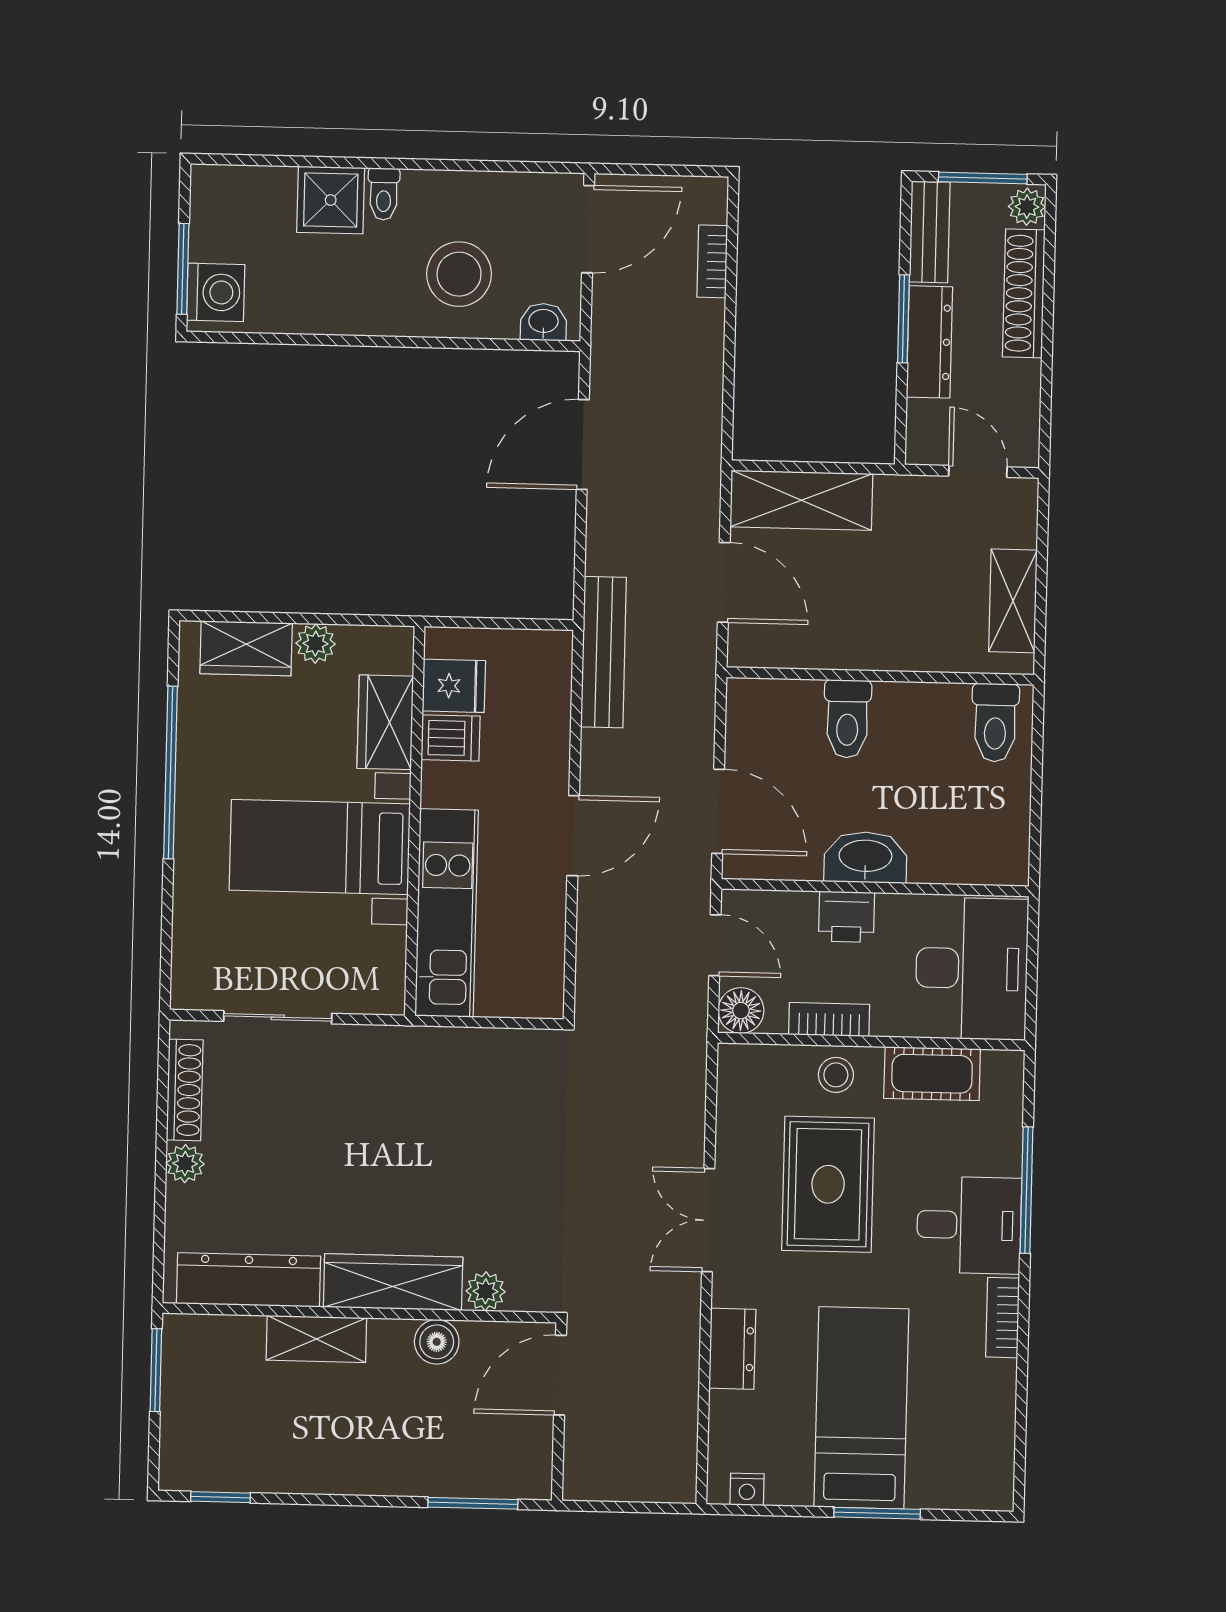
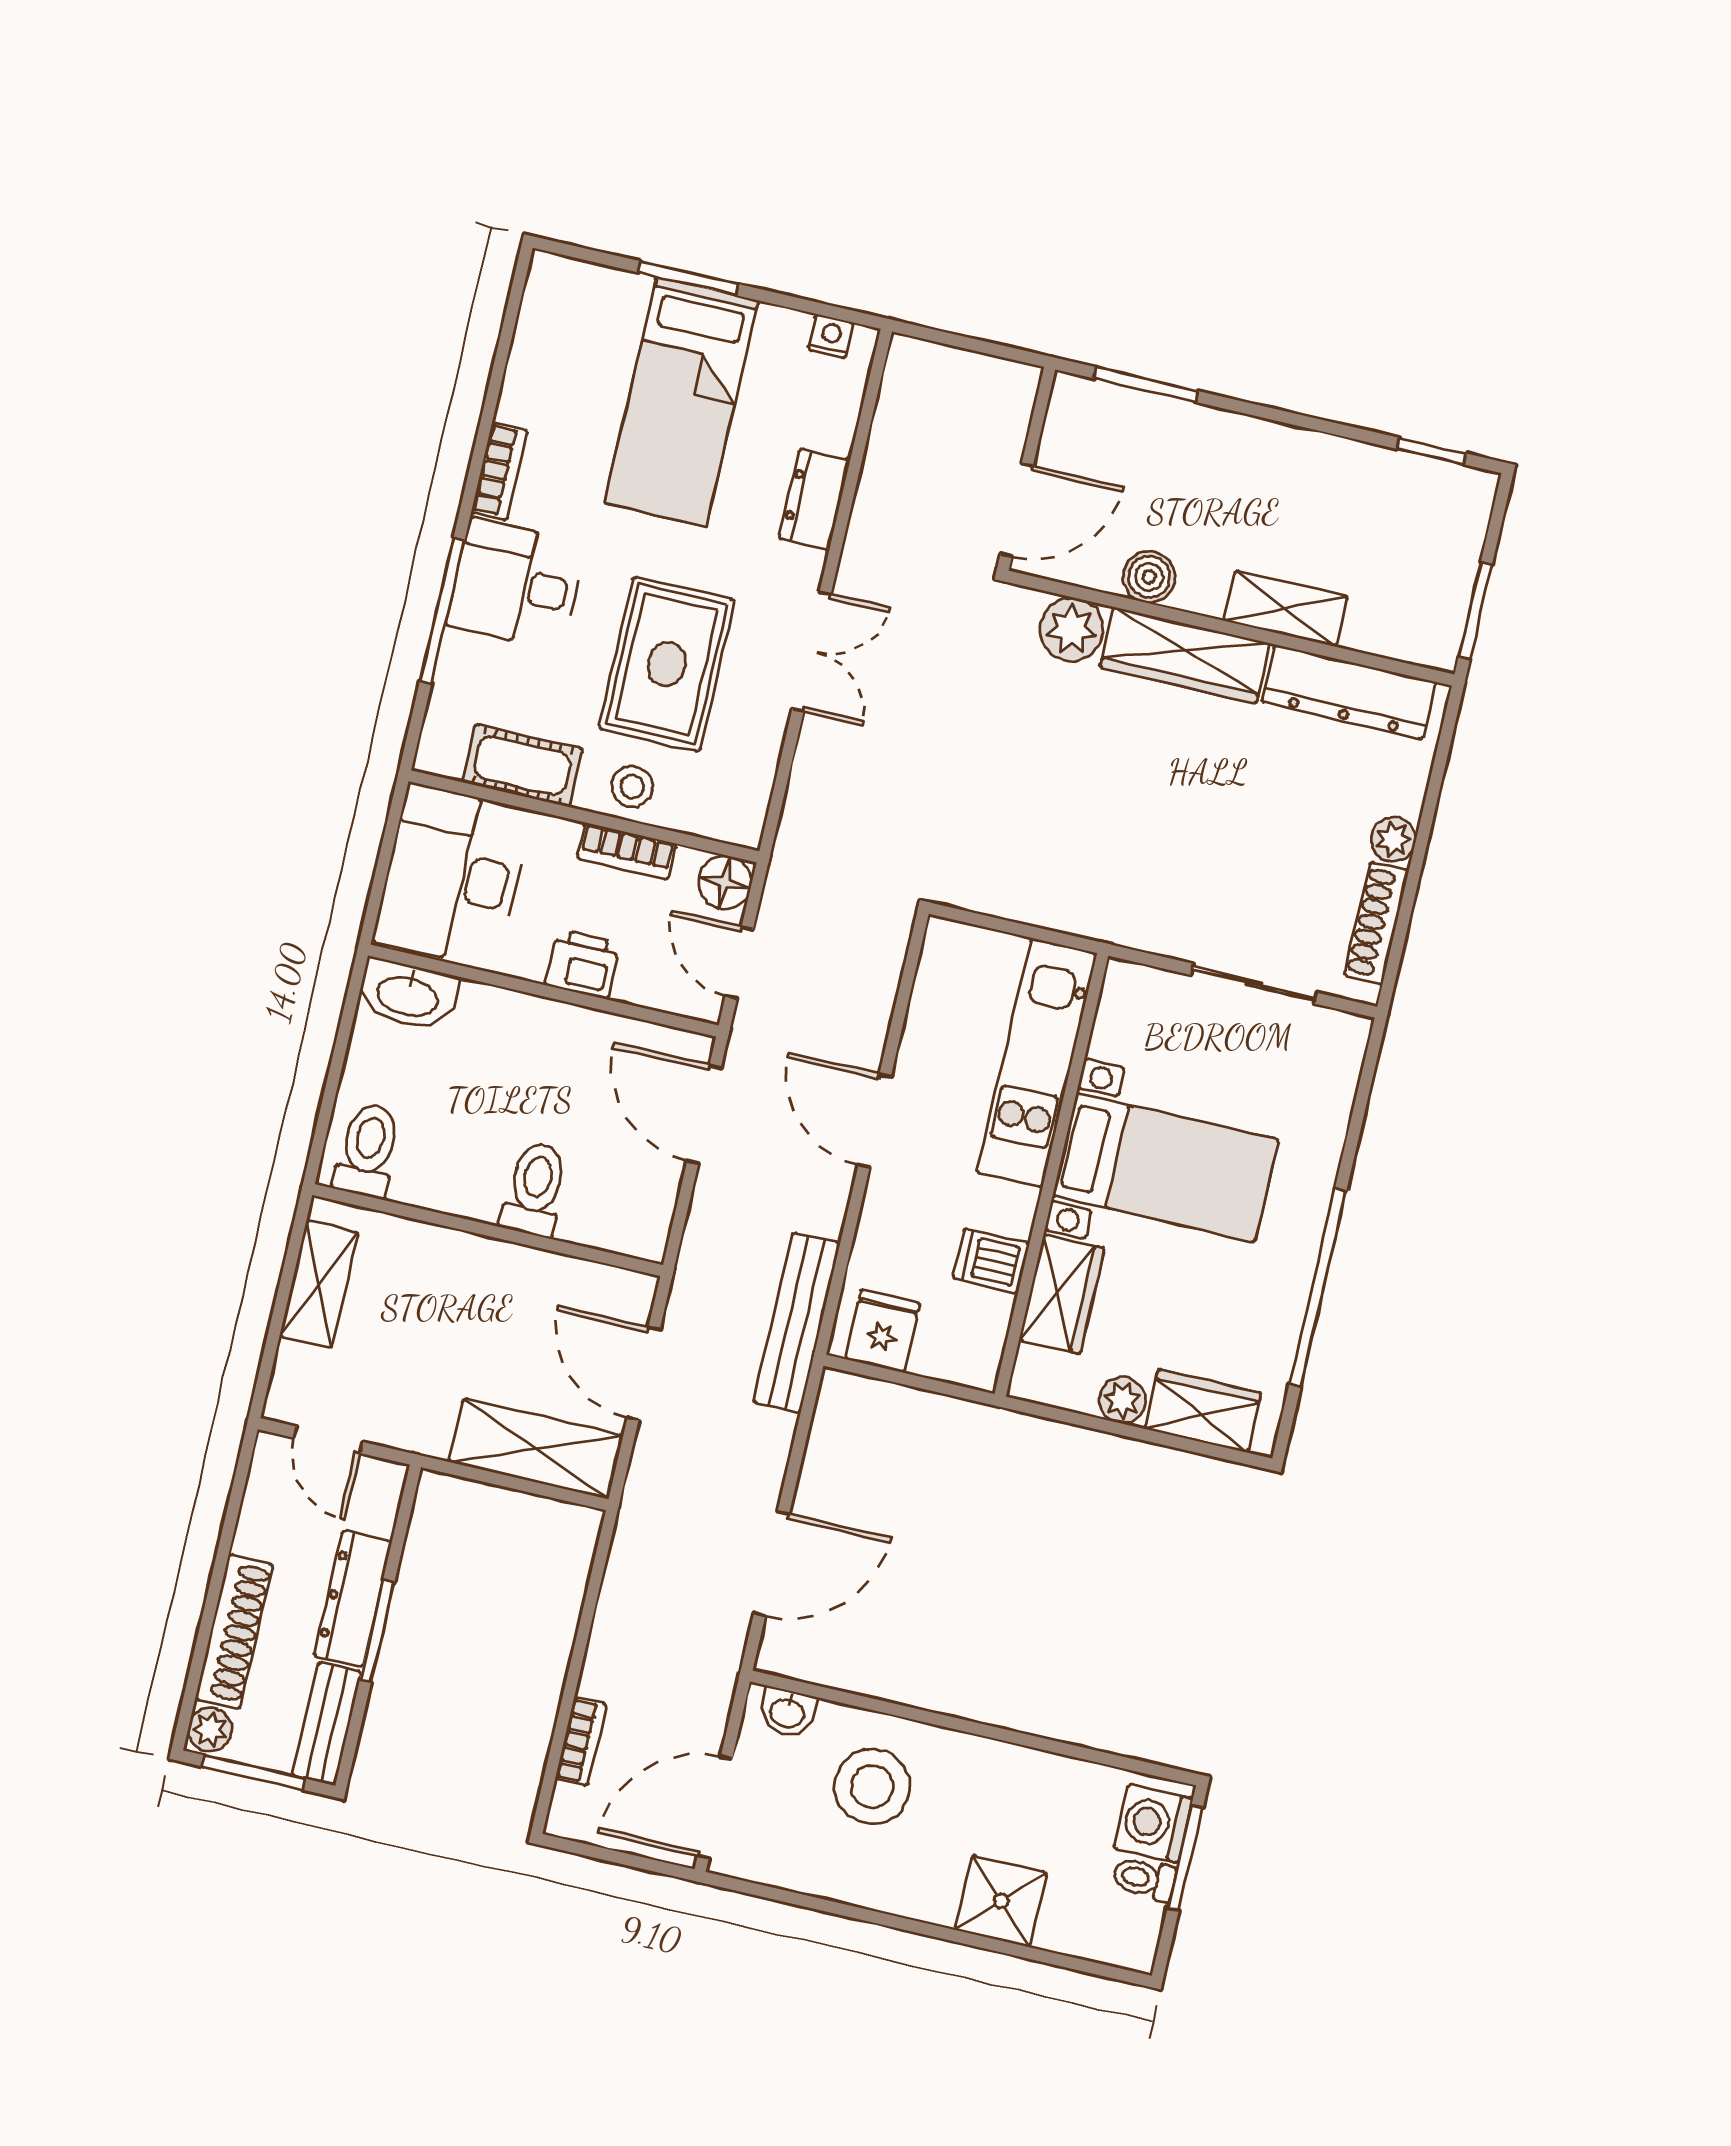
toilet: (384, 194) -> (1144, 1879), moved, turned -90
fridge: (454, 686) -> (883, 1331), moved, turned 90
door: (573, 836) -> (875, 1121), hinge flipped
washbasin: (865, 857) -> (408, 995), moved
plant: (486, 1291) -> (1071, 629), width x1.38, depth x1.38

